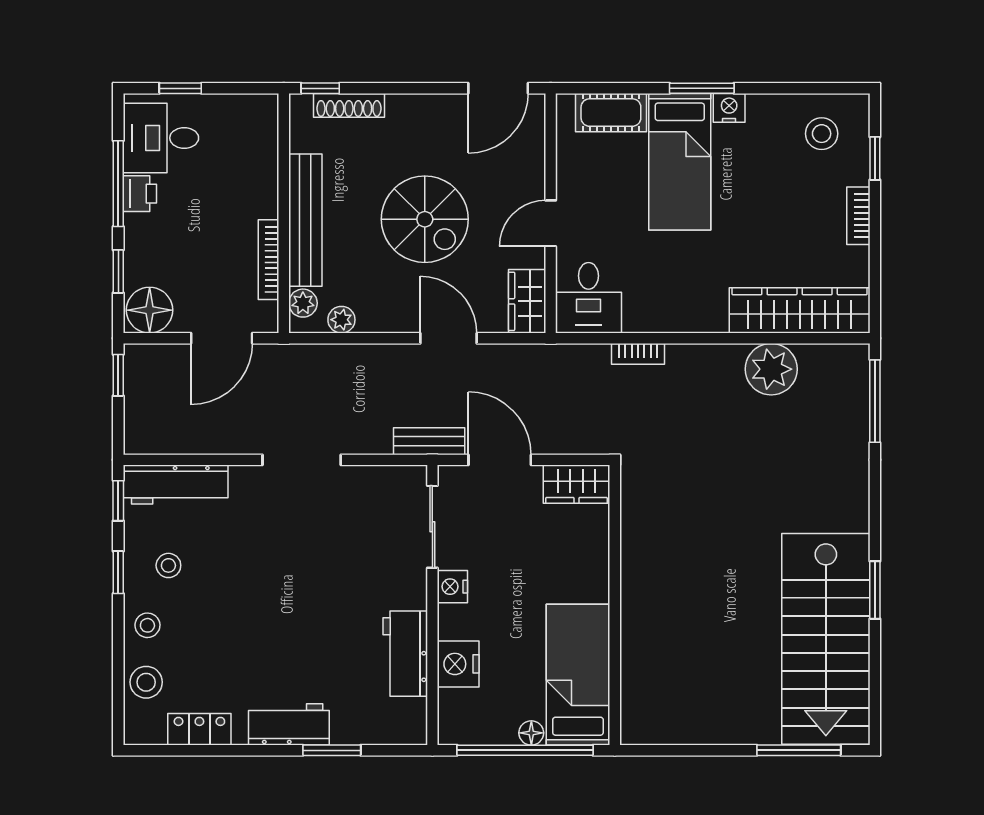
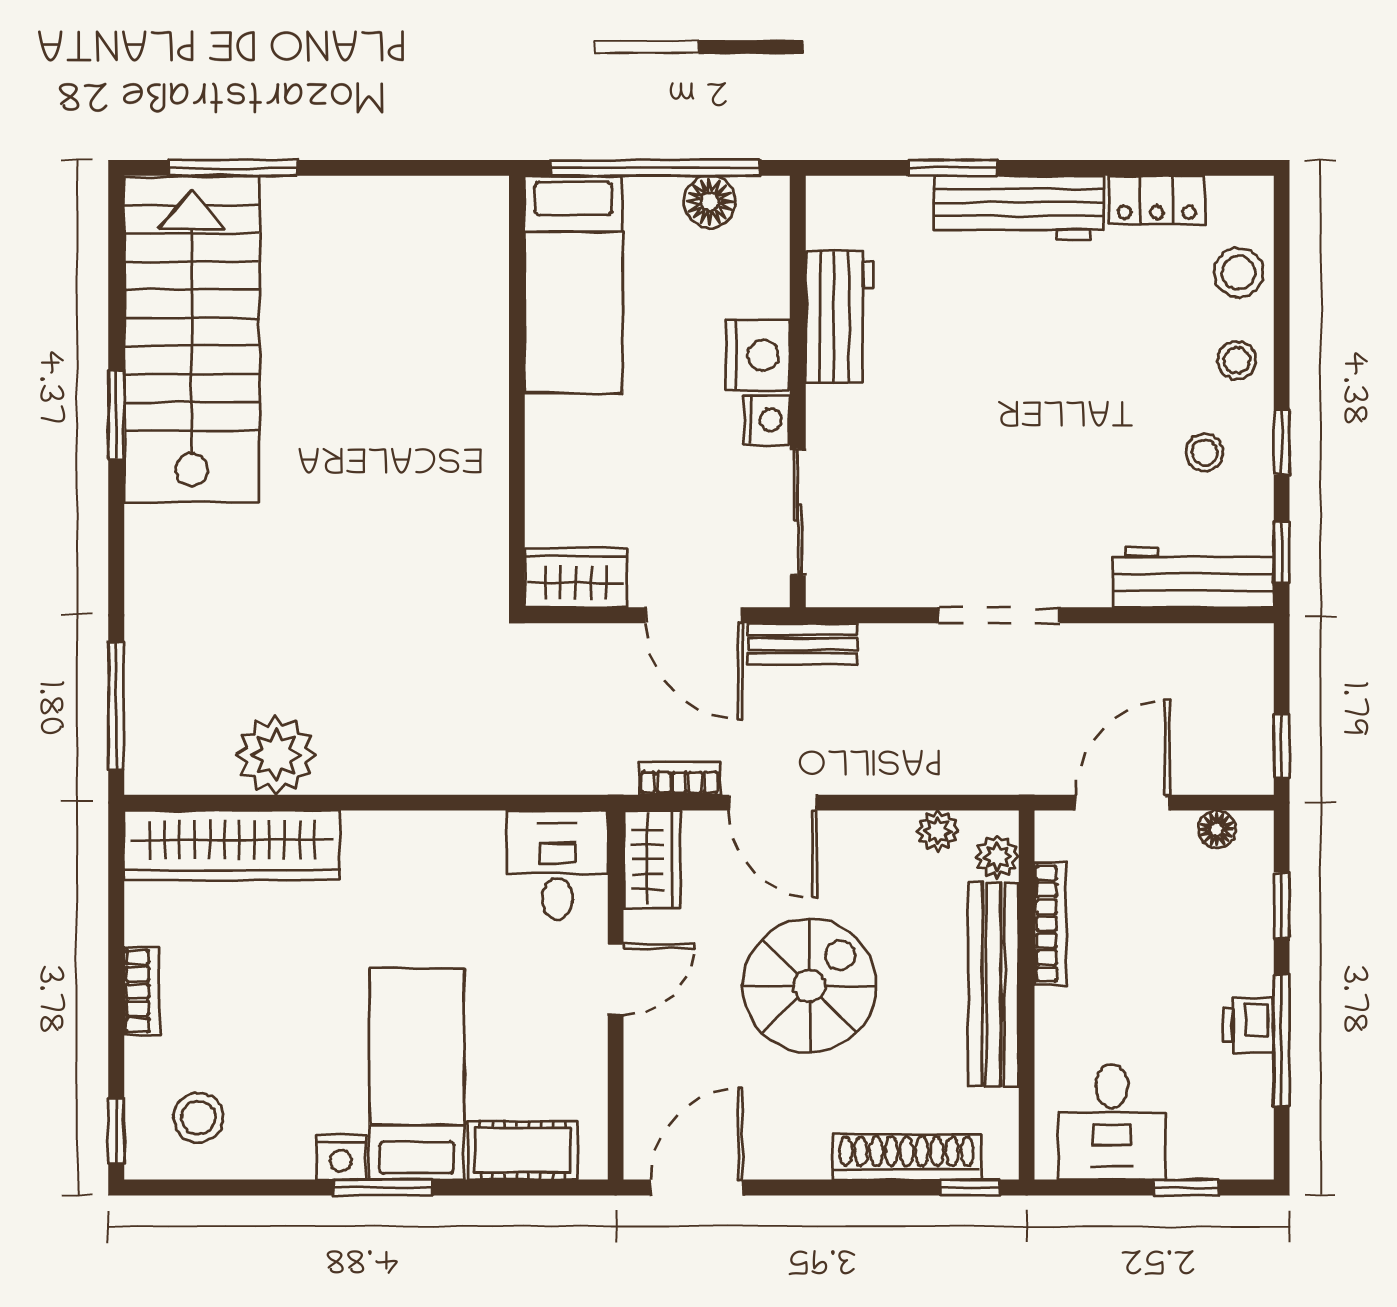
shoe rack: (349, 105) -> (907, 1157), width x1.36, depth x1.24
desk: (161, 138) -> (1112, 1122), moved, turned 90
window: (875, 158) -> (116, 1131), moved
spiral stairs: (425, 219) -> (809, 986), turned 90
floor lamp: (150, 310) -> (1217, 829), width x0.53, depth x0.53
bookcase: (638, 354) -> (679, 779), moved
nightstand: (458, 664) -> (758, 355), moved
workbench: (289, 724) -> (1019, 208), width x1.38
floor lamp: (531, 733) -> (710, 202), moved, width x1.37, depth x1.37

